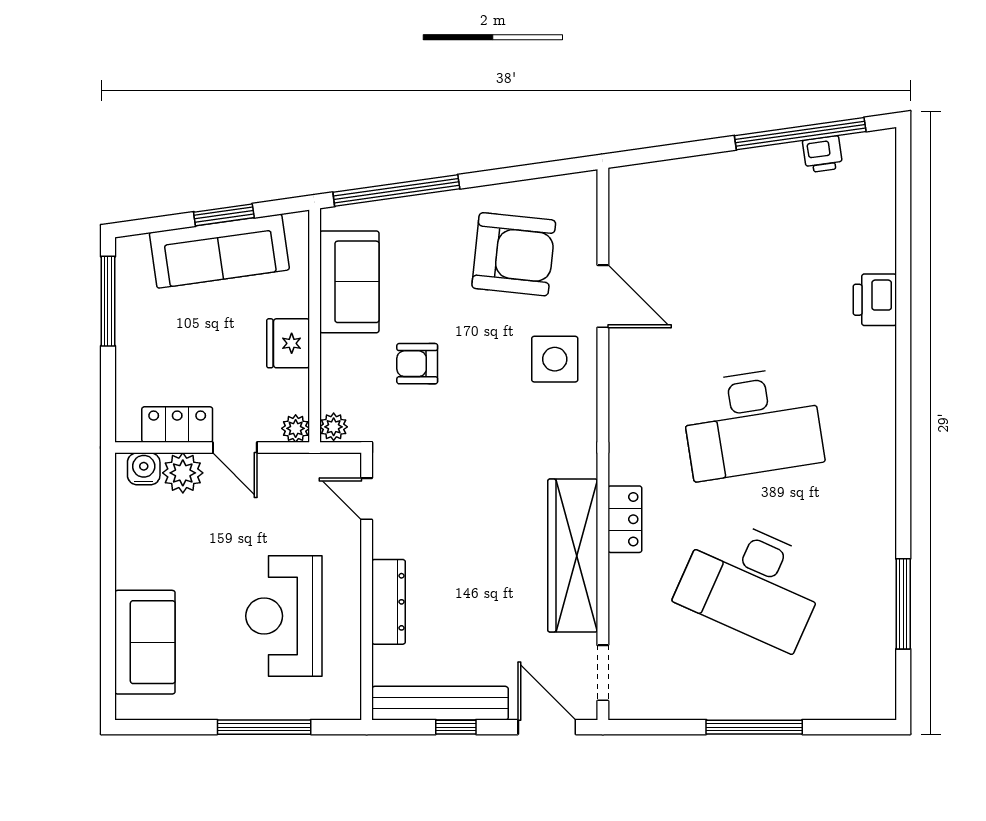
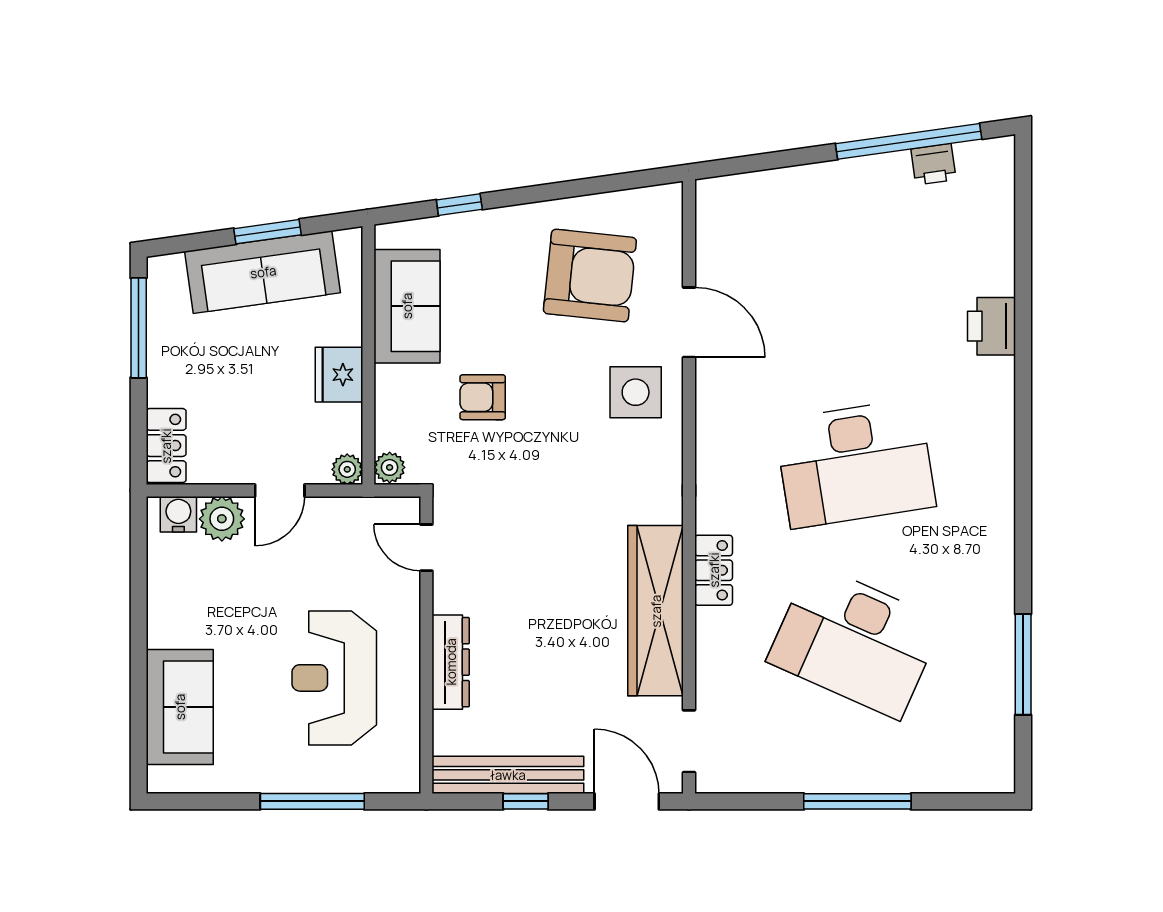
window: (396, 191) -> (459, 205), width x0.32
locker: (177, 424) -> (166, 446), moved, turned 90
door: (235, 448) -> (280, 491), hinge flipped

